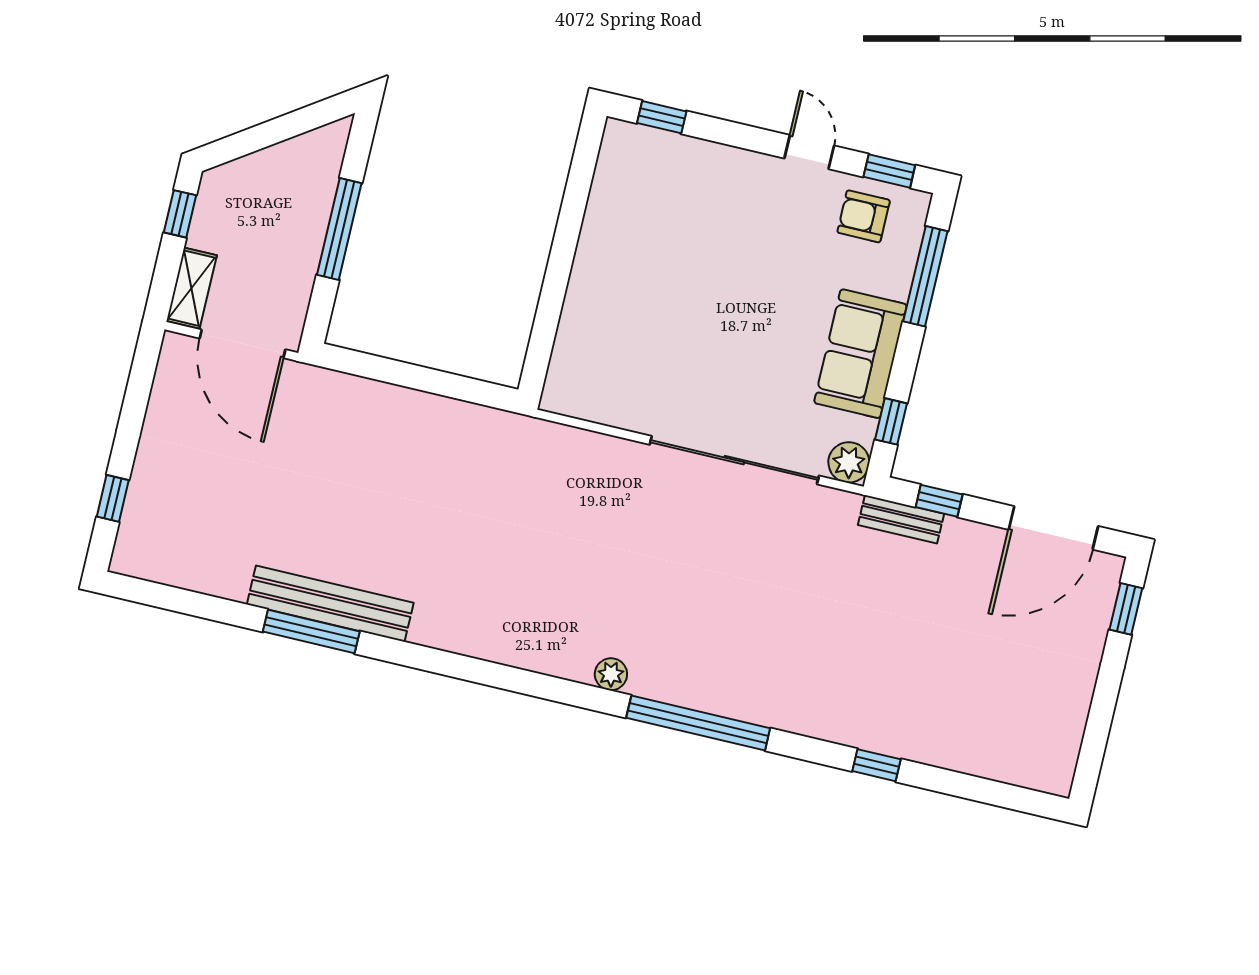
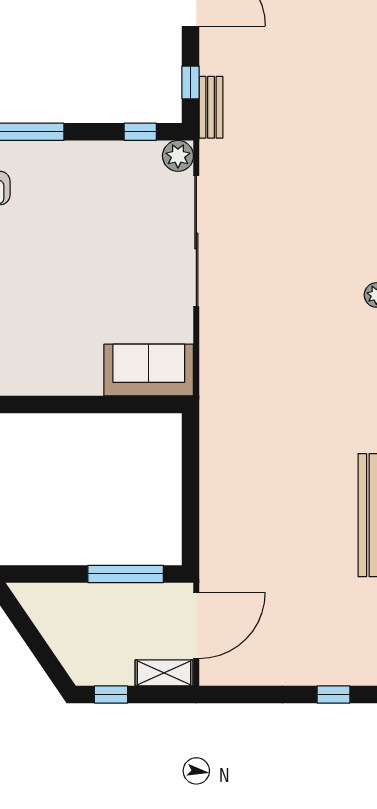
window: (339, 229) -> (126, 574), moved
sofa: (860, 354) -> (149, 370), moved, turned 180

